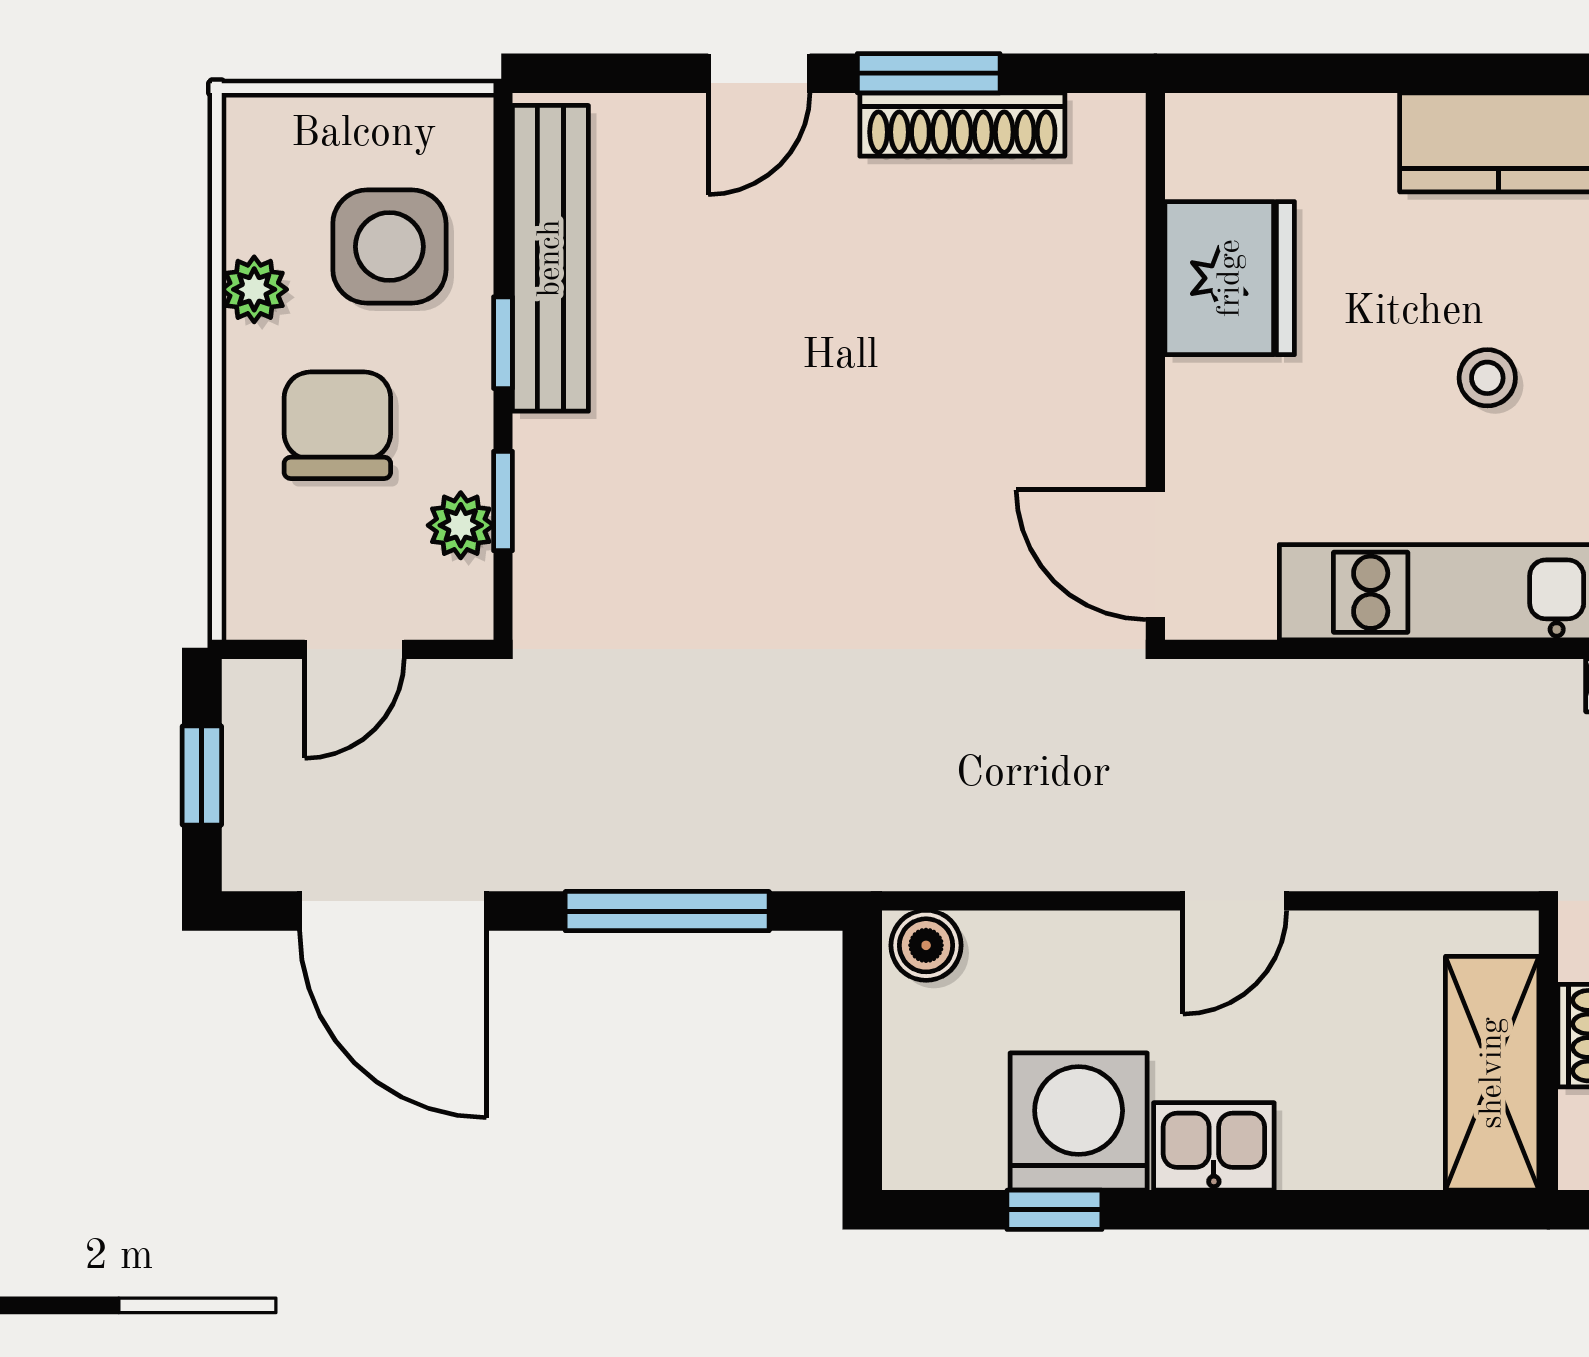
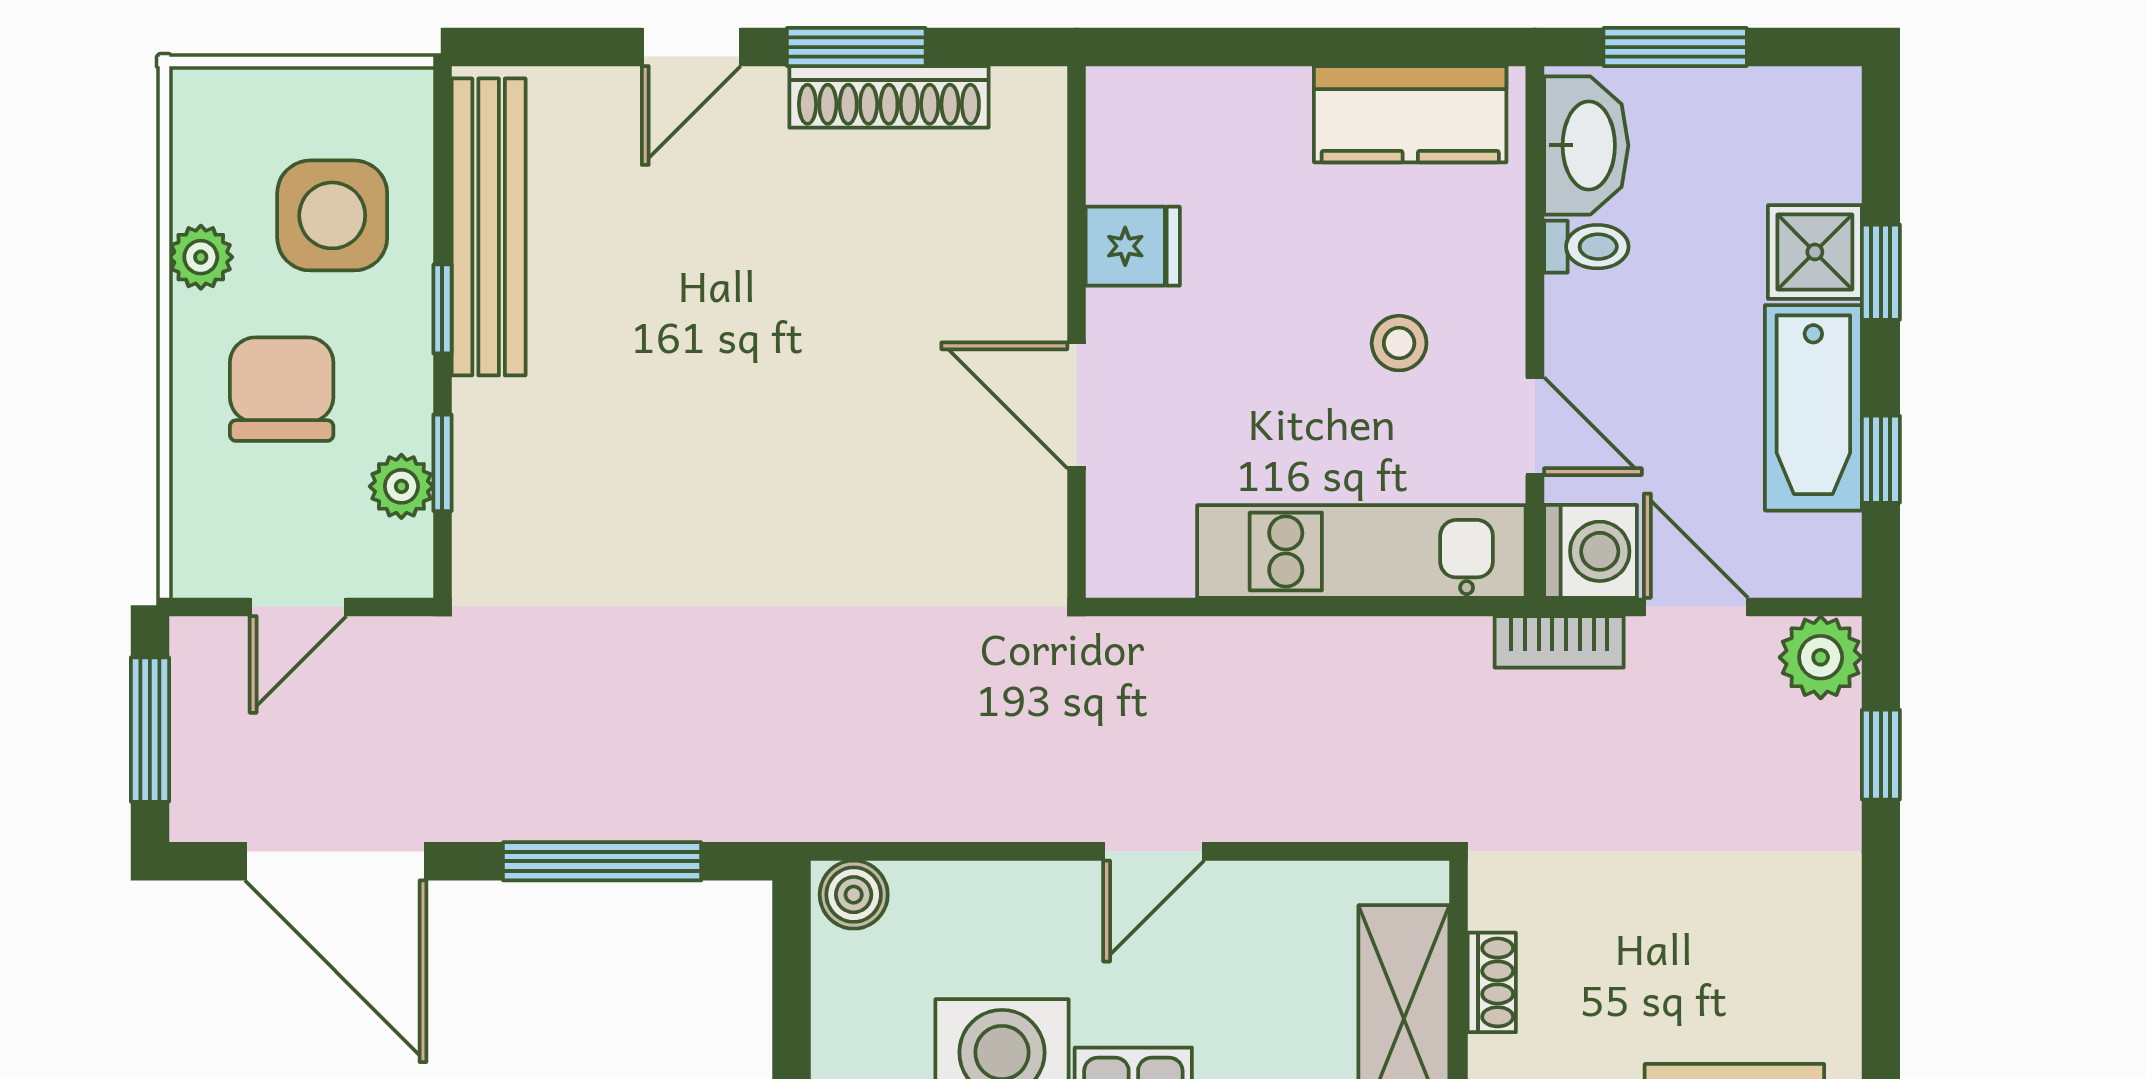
fridge: (1230, 278) -> (1133, 246), width x0.53, depth x0.75
door: (1155, 555) -> (1077, 405), moved
window: (202, 775) -> (150, 730), width x1.50

